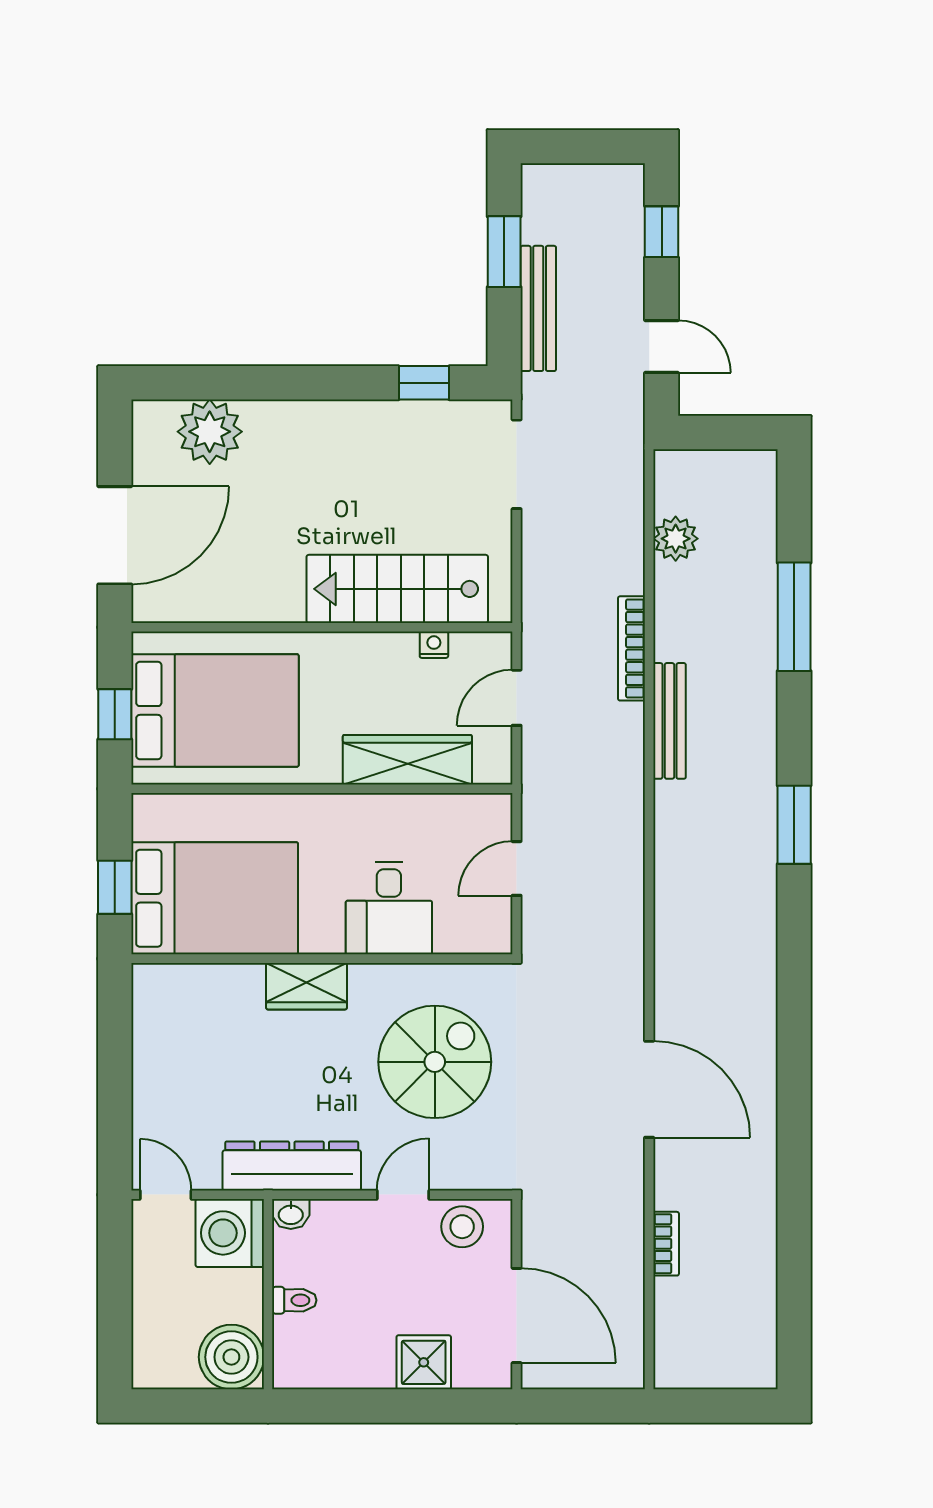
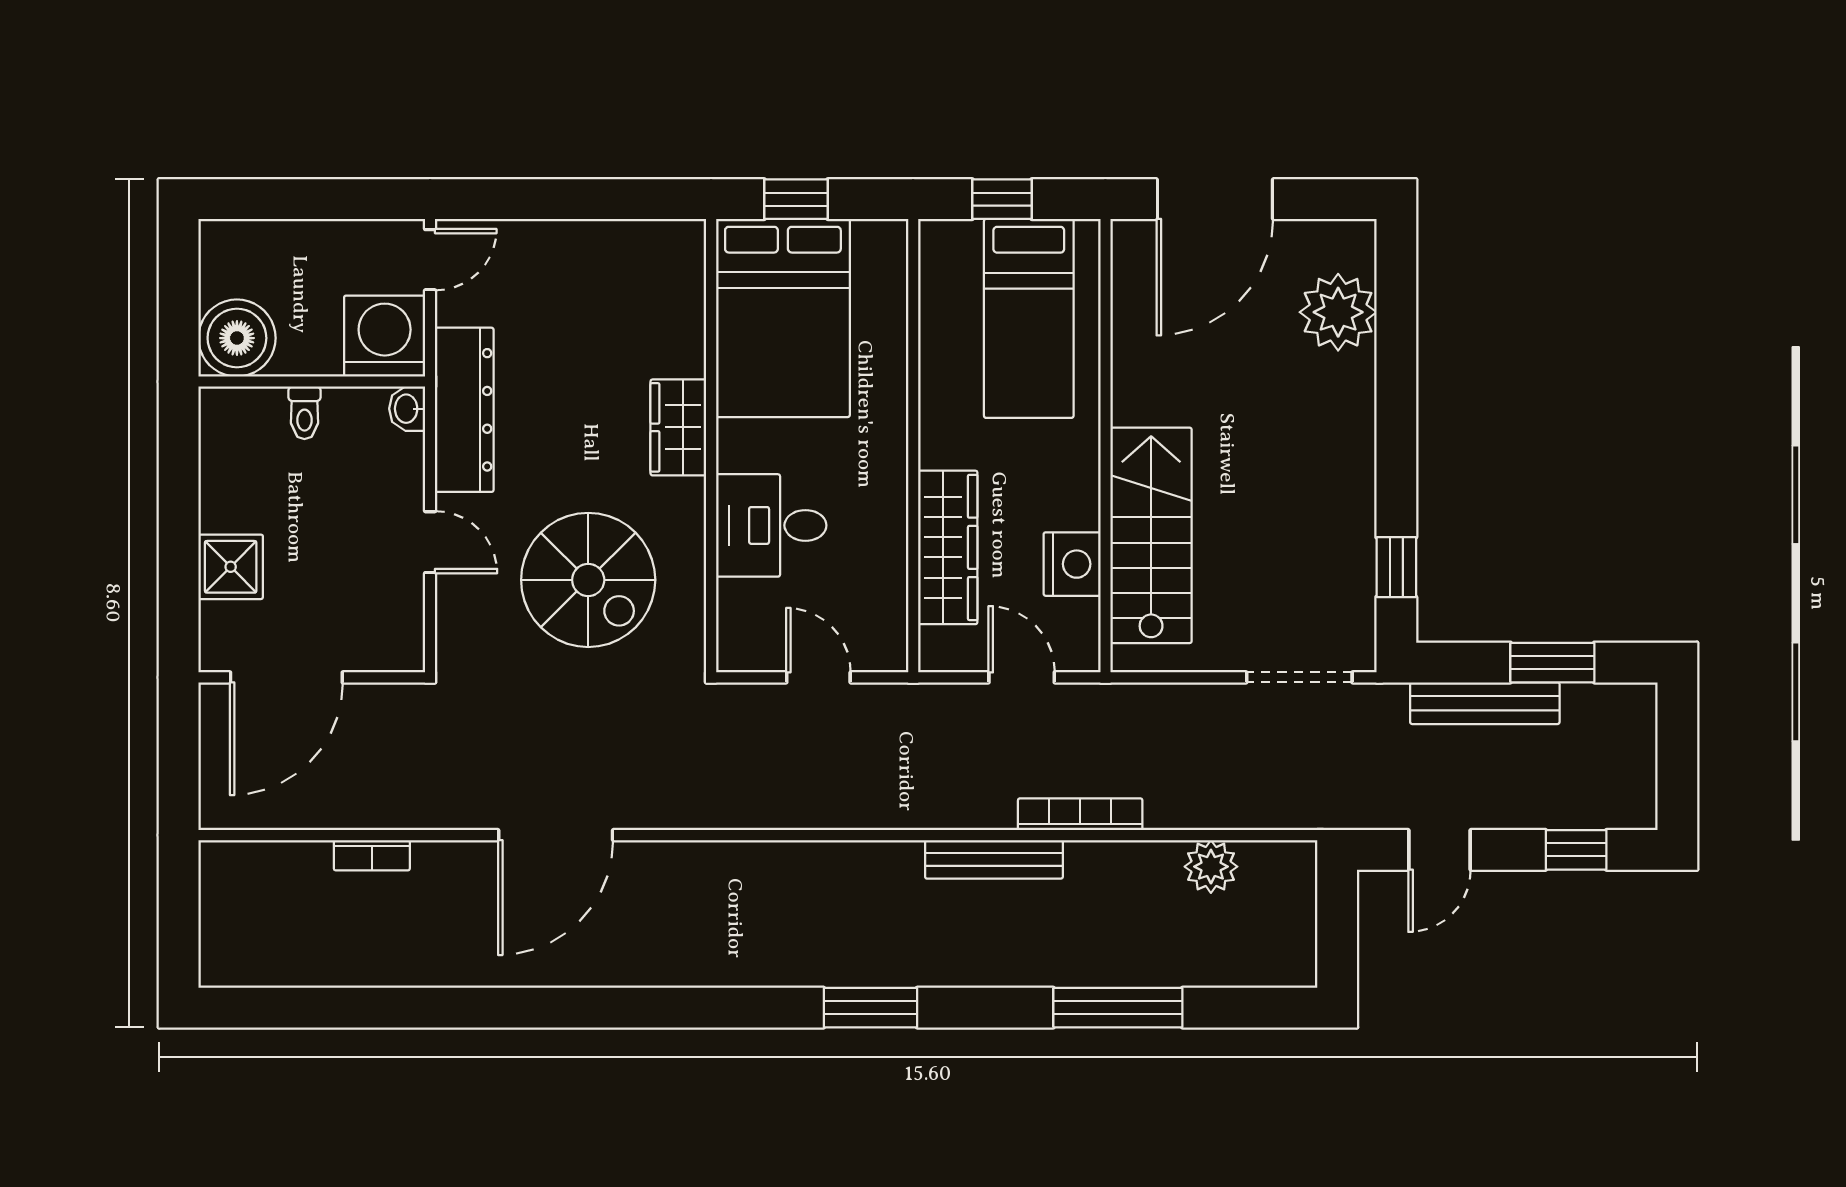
door: (115, 535) -> (1215, 199), hinge flipped
nightstand: (434, 645) -> (1072, 564), width x1.89, depth x1.79
bed: (215, 710) -> (1029, 318), width x0.67
stool: (462, 1227) -> (392, 613), removed

